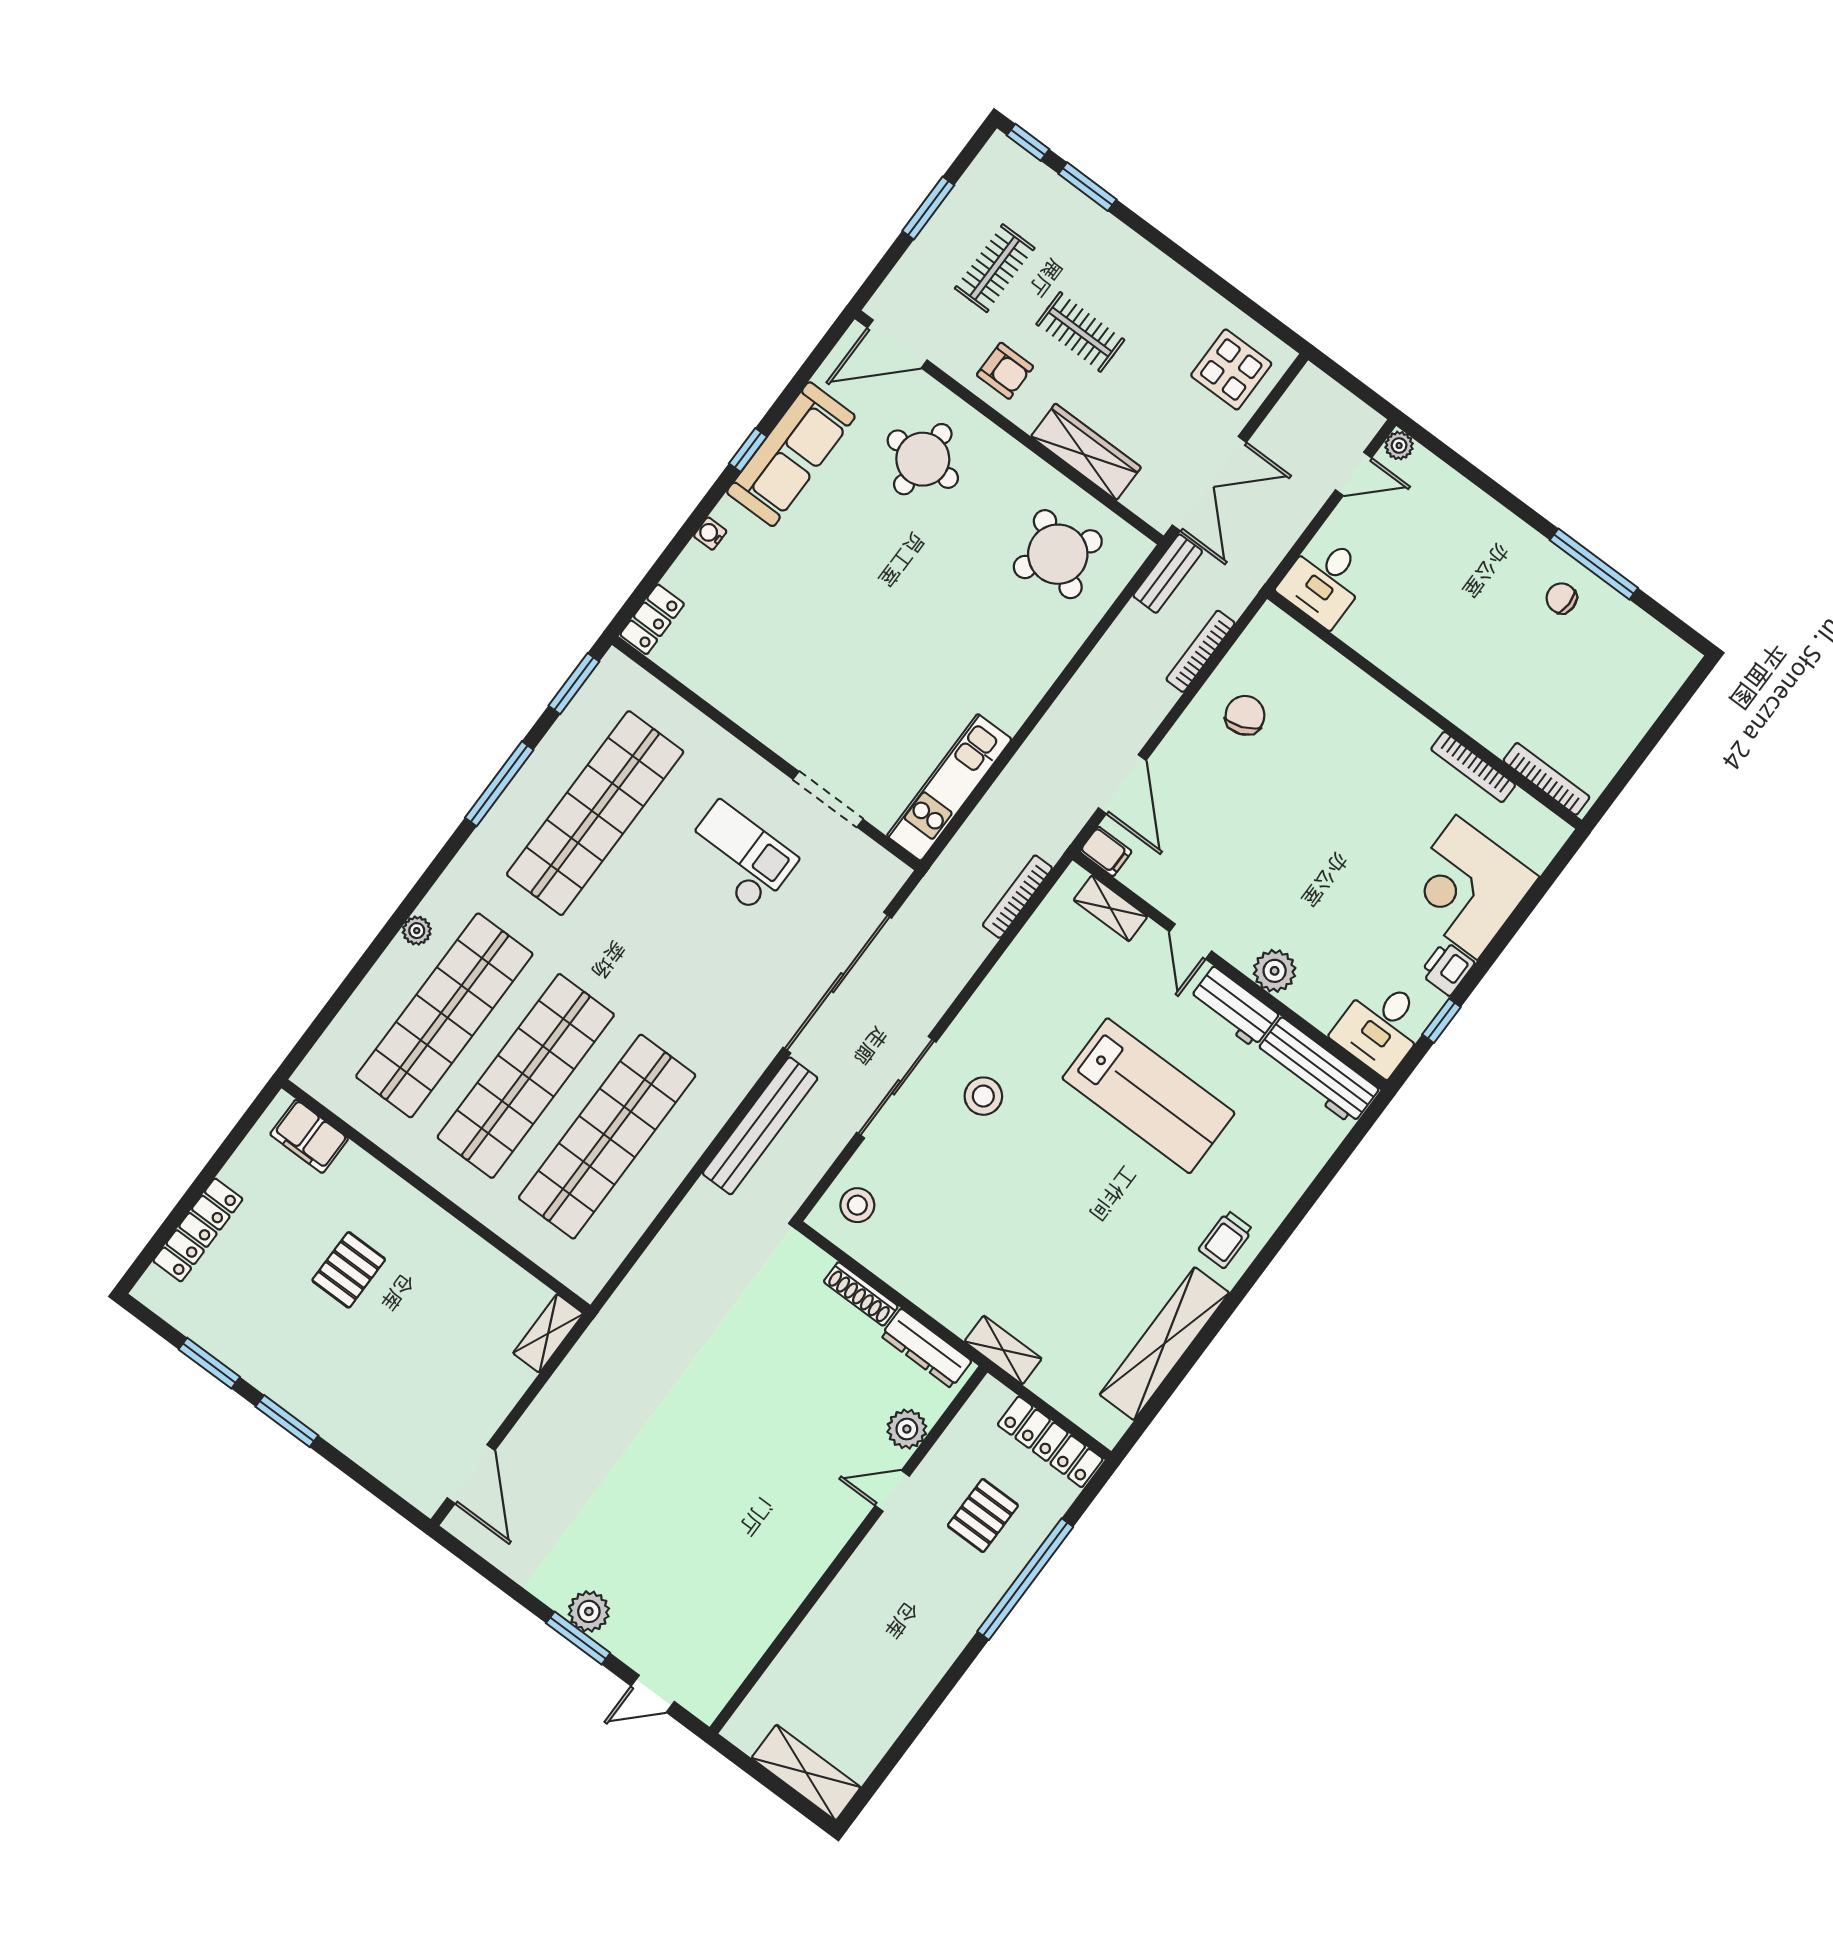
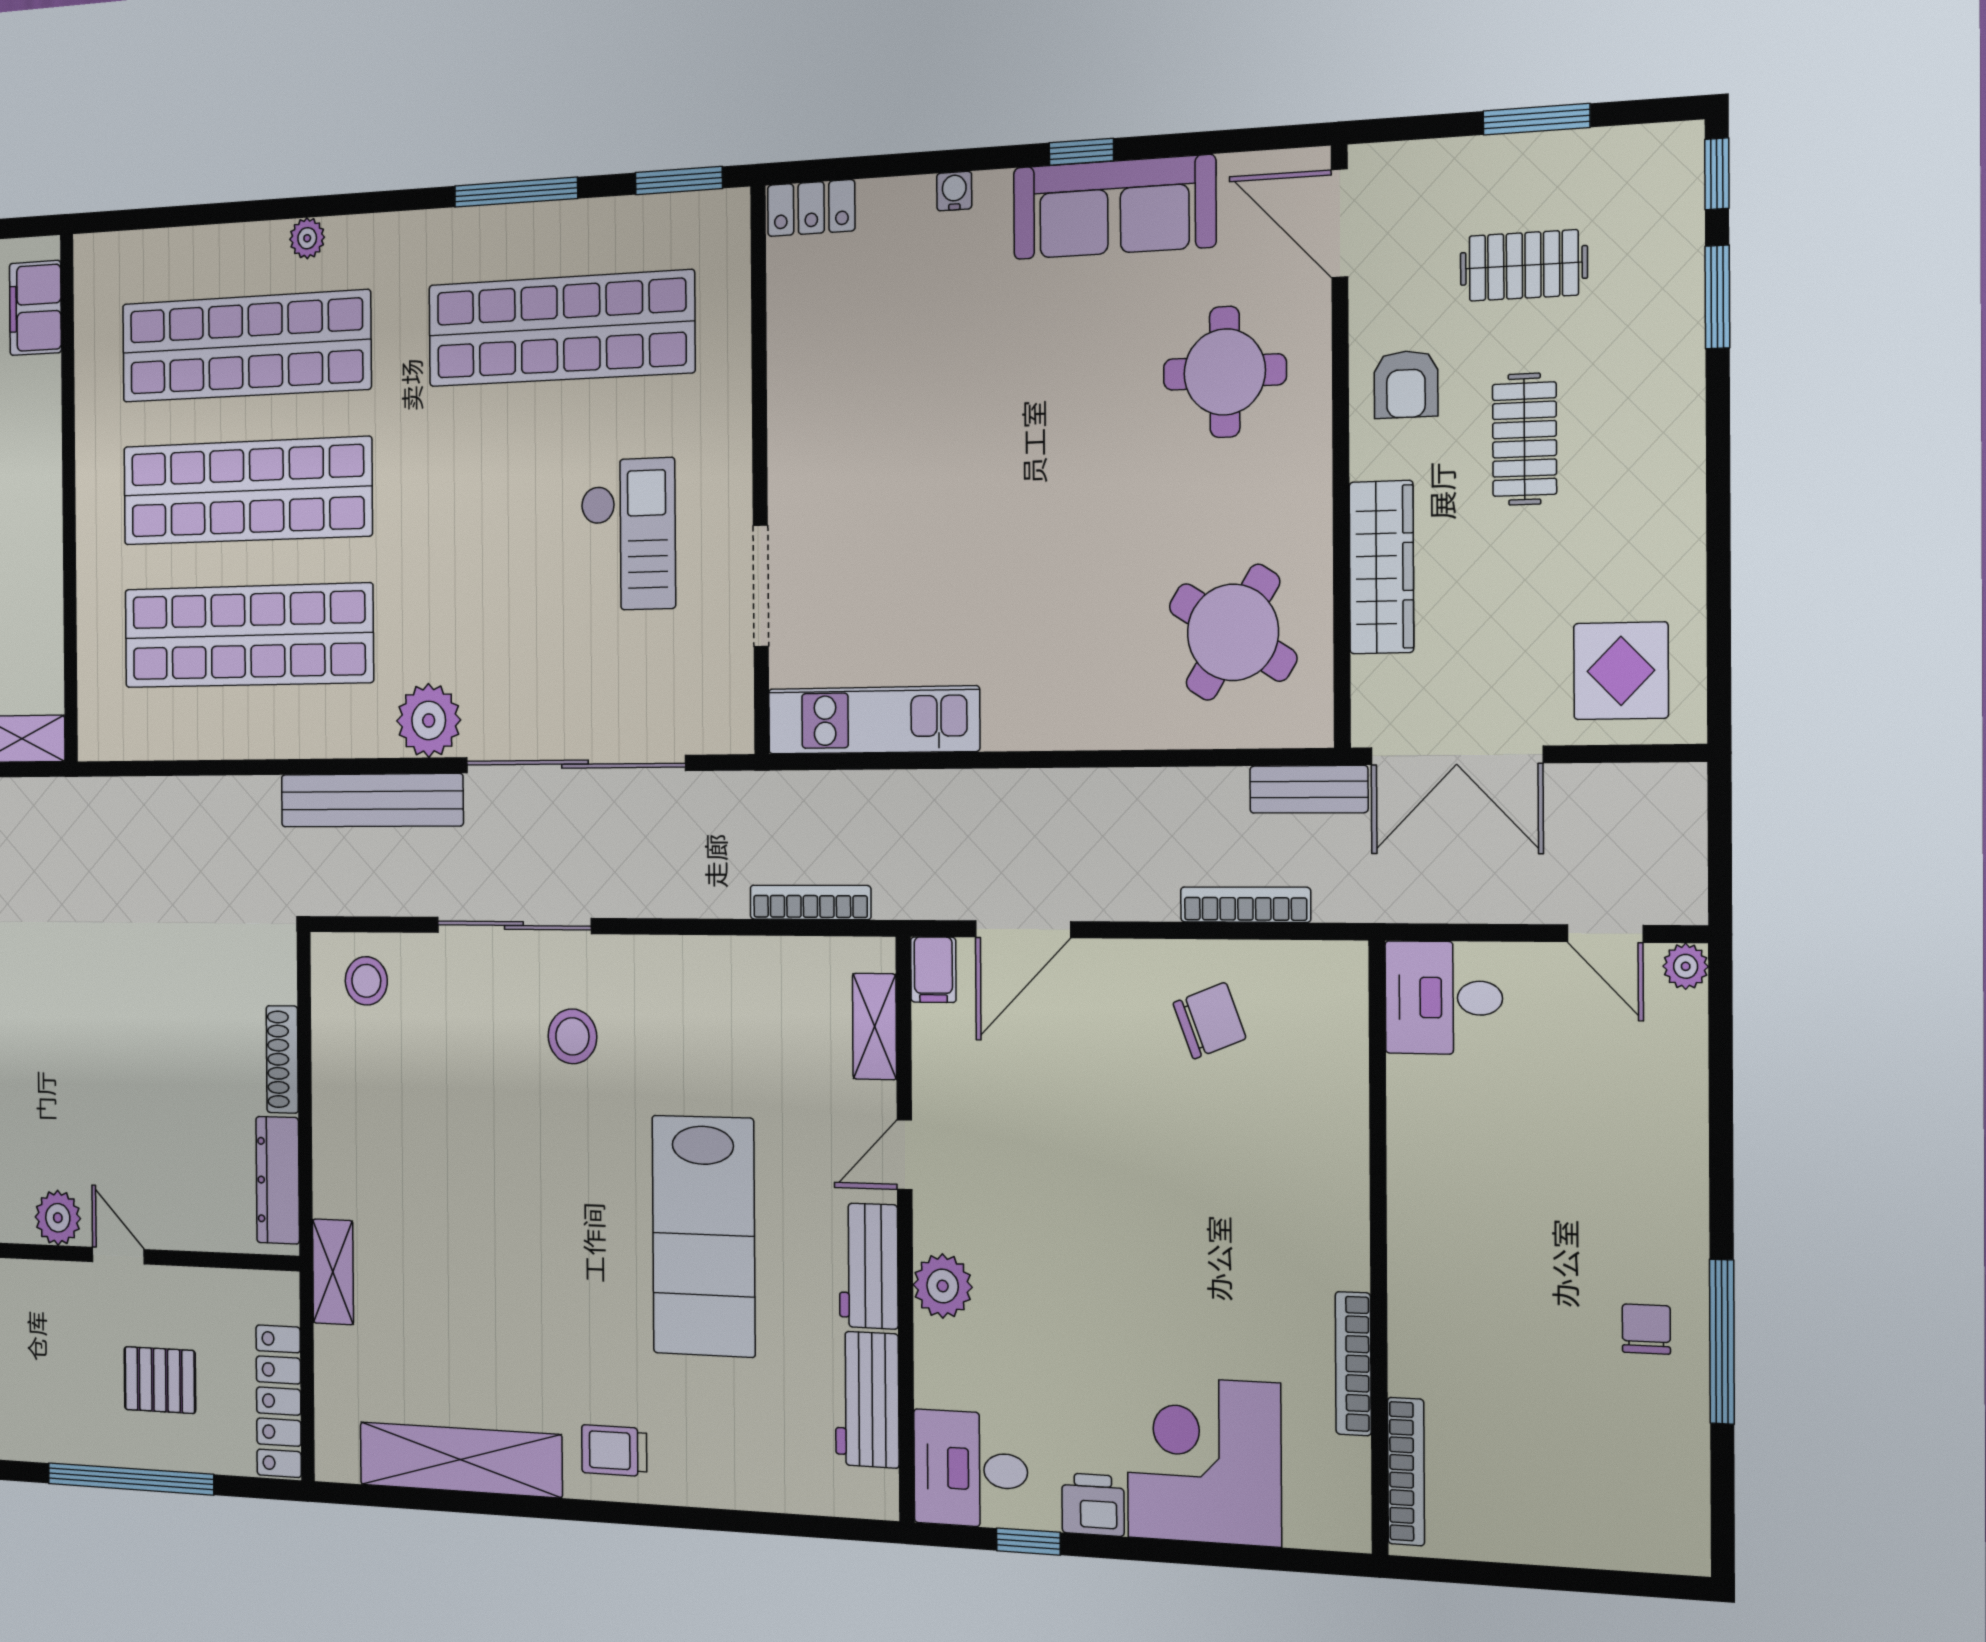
plant: (744, 1056) -> (429, 720), added
workbench: (1317, 1071) -> (867, 1399), width x0.73
plant: (907, 1429) -> (58, 1218), moved

